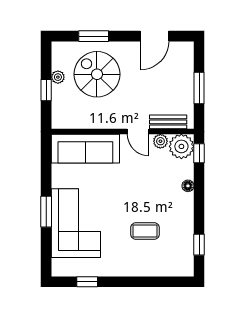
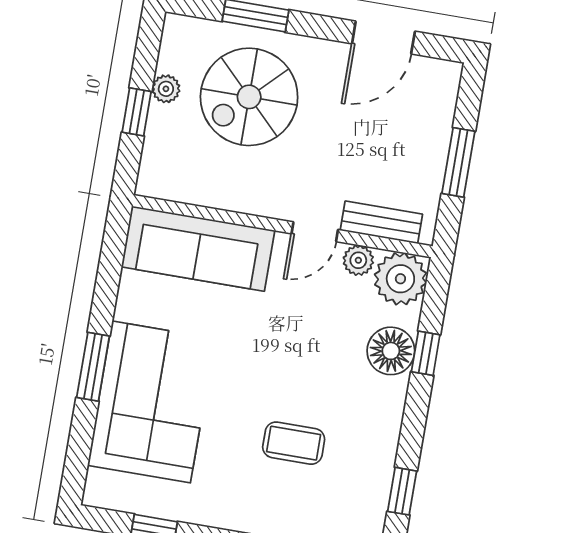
spiral stairs: (97, 74) -> (249, 97), turned -90
door: (138, 131) -> (315, 232), hinge flipped
window: (199, 153) -> (426, 353), moved
floor lamp: (188, 186) -> (391, 351), width x1.89, depth x1.89

